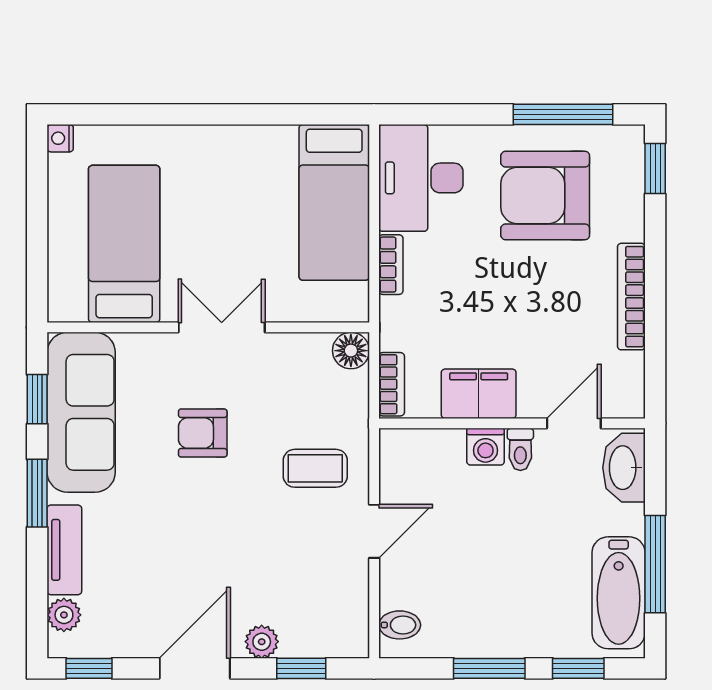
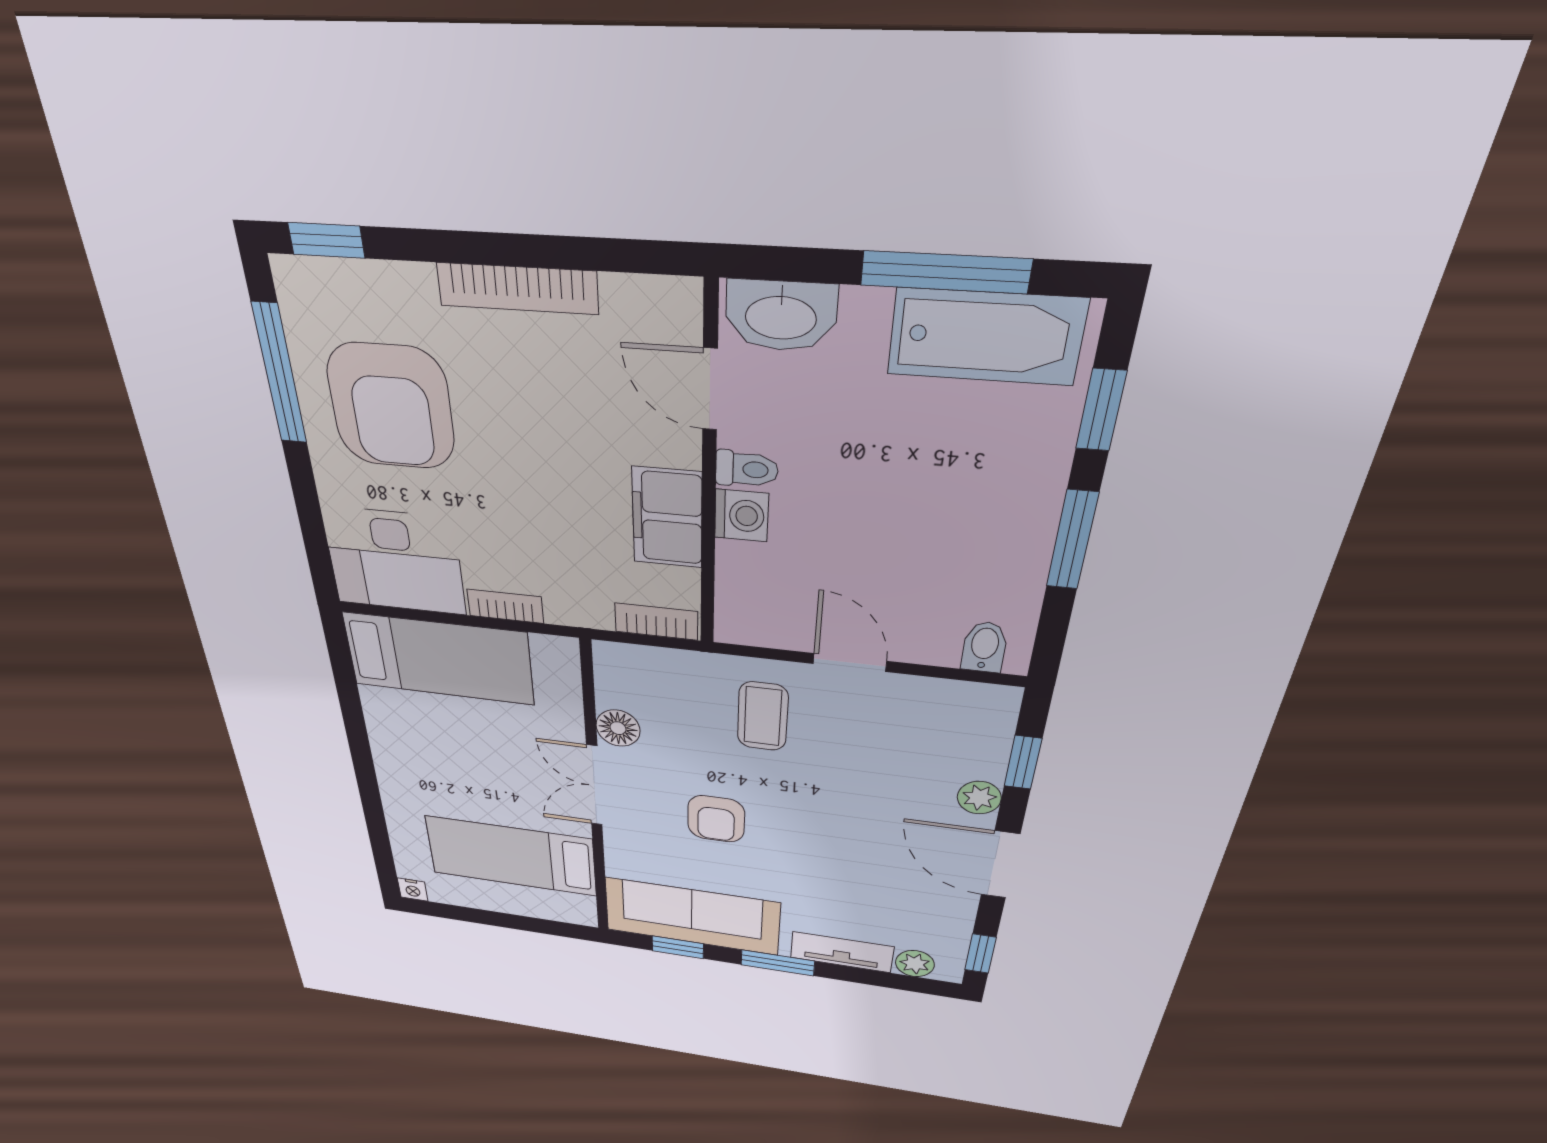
floor lamp: (351, 351) -> (618, 728), moved

